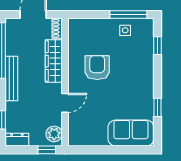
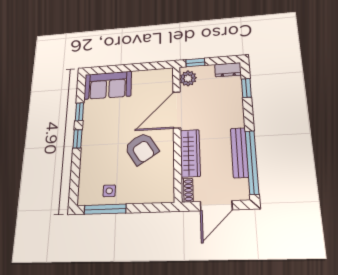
window: (157, 46) -> (78, 139), moved
armchair: (97, 68) -> (141, 149), turned -33
bench: (11, 79) -> (239, 152), moved
door: (65, 103) -> (177, 110), width x1.88

